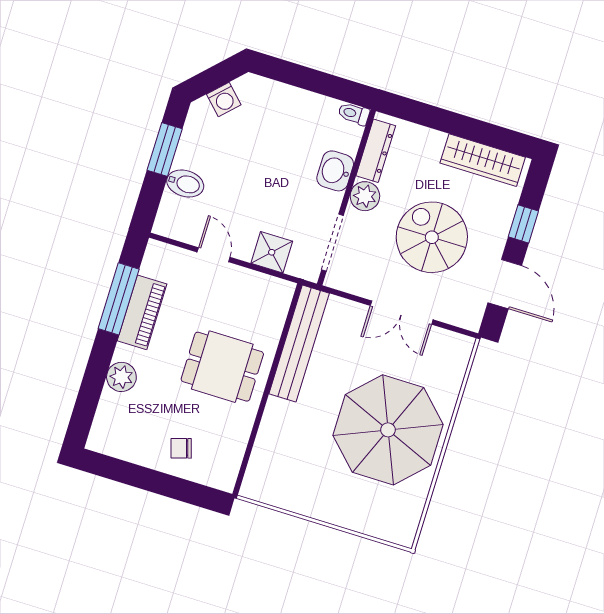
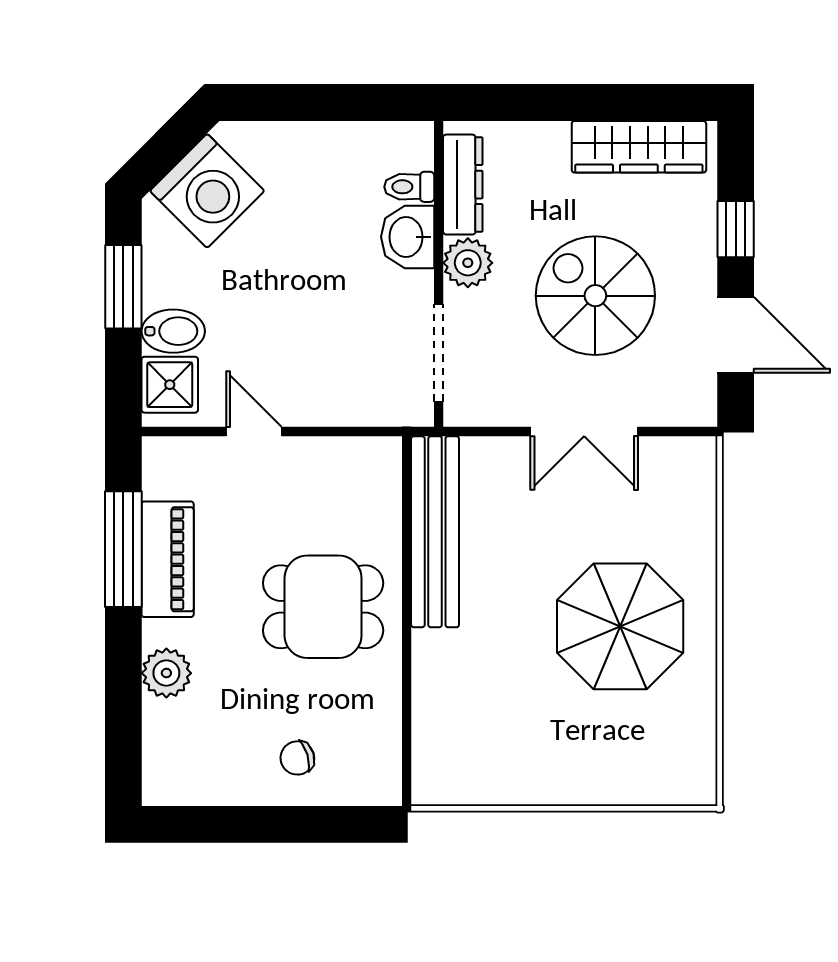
washing machine: (224, 99) -> (207, 191), width x1.89, depth x1.89
toilet: (354, 114) -> (409, 187), moved
shower: (272, 252) -> (170, 385), moved
parasol: (388, 430) -> (620, 626), width x0.73, depth x0.73

